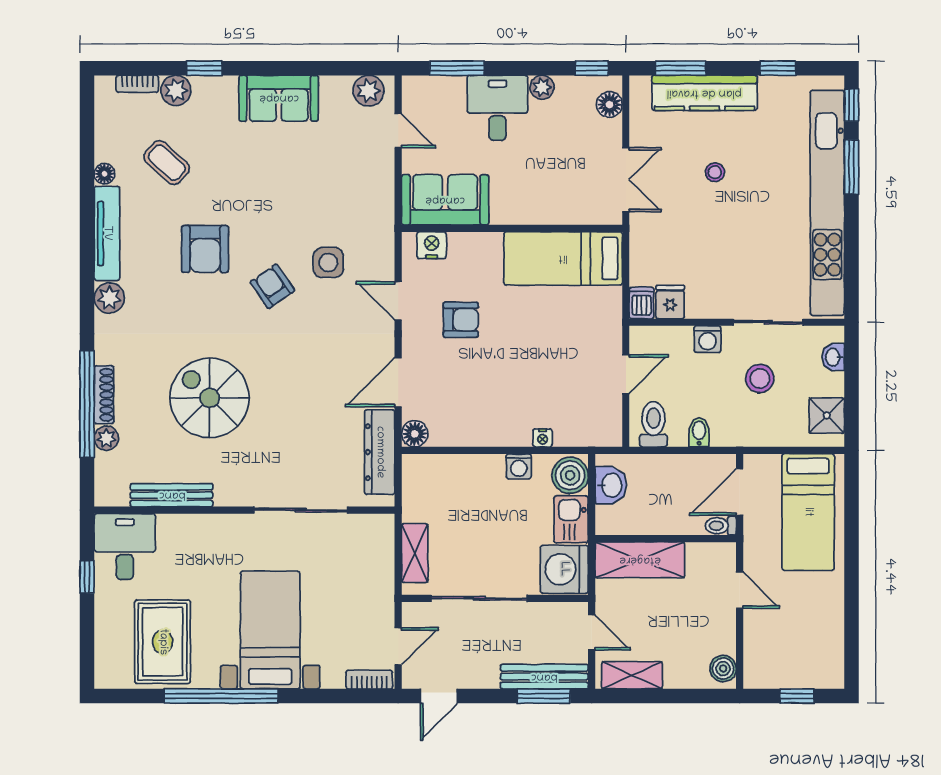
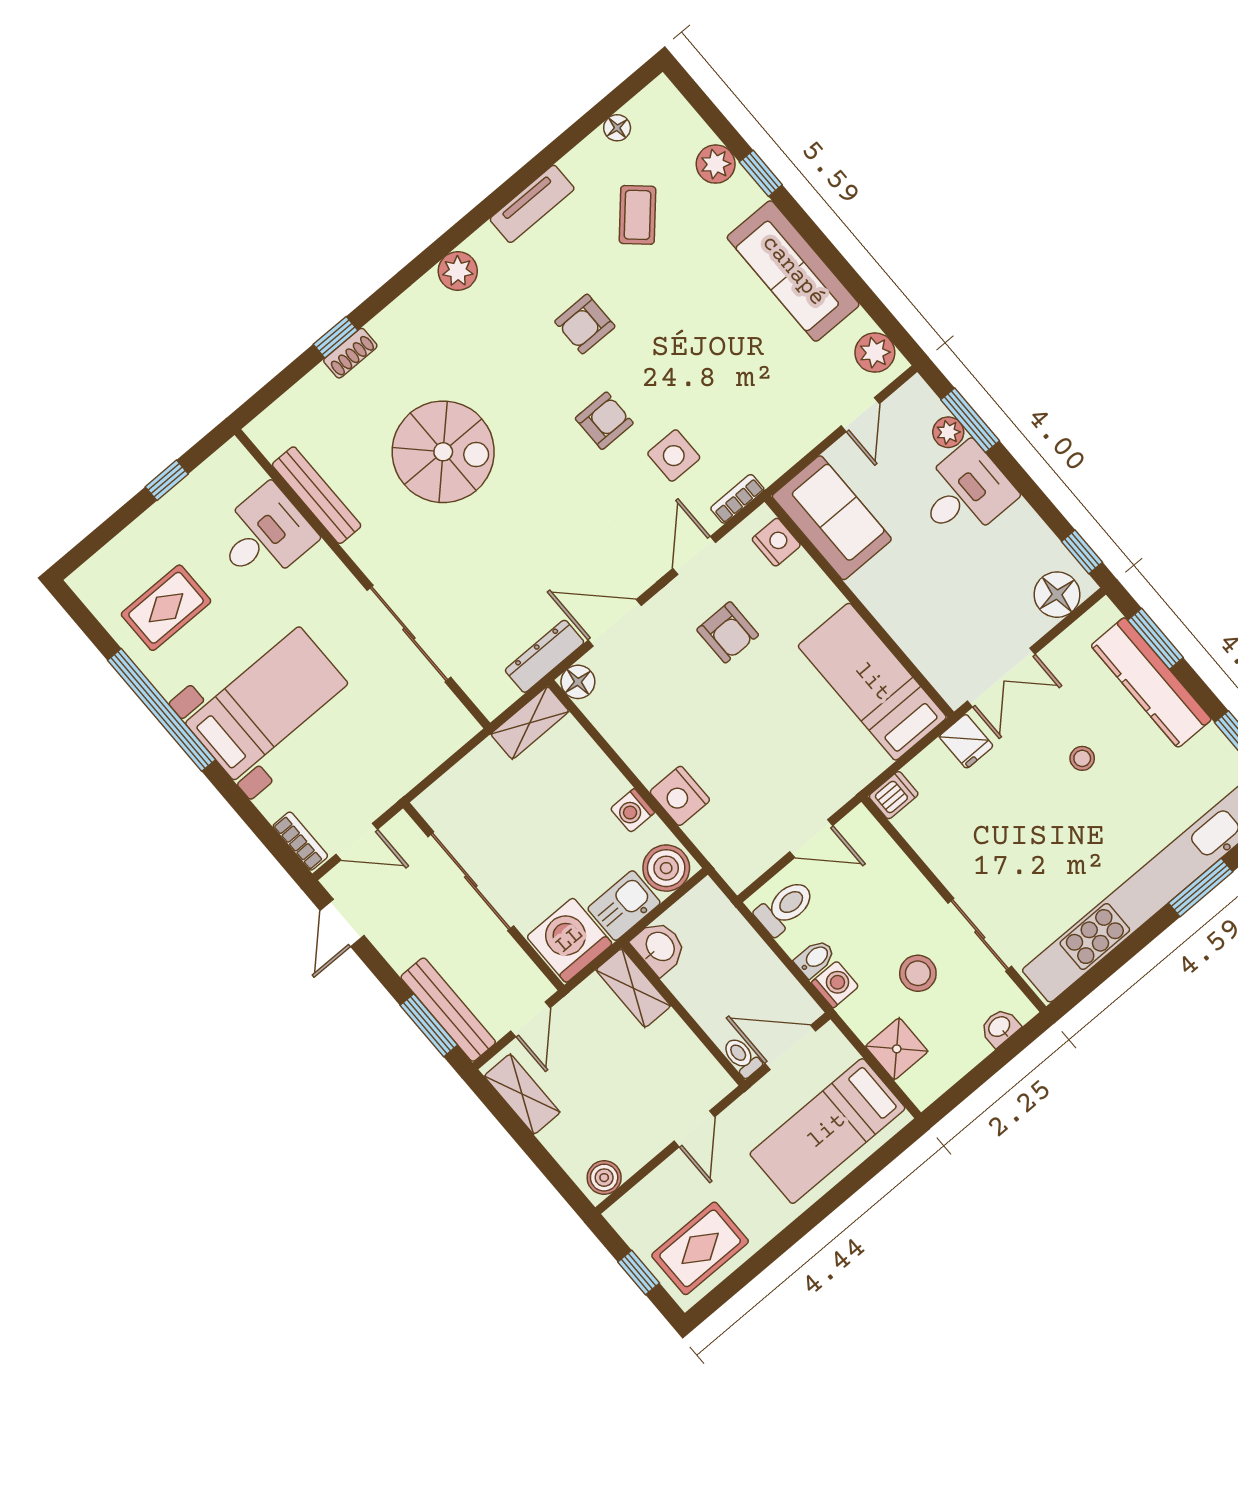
bookcase: (137, 84) -> (737, 499), moved, turned 90
plant: (542, 87) -> (948, 432), moved
sofa: (279, 98) -> (793, 271), width x1.36
floor lamp: (609, 105) -> (1057, 595), width x1.38, depth x1.38
floor lamp: (104, 174) -> (617, 128), moved
tv unit: (107, 233) -> (532, 204), width x0.71
armchair: (205, 249) -> (585, 324), width x0.72, depth x0.72
armchair: (272, 286) -> (604, 421), turned 35
fridge: (670, 302) -> (966, 741), moved, turned 90
washing machine: (707, 339) -> (835, 984), moved, turned 180
shoe rack: (104, 395) -> (350, 353), width x0.70
spiral stairs: (210, 398) -> (443, 452), turned 90
window: (87, 404) -> (336, 337), width x0.32
shower: (827, 416) -> (897, 1049), moved
plant: (106, 438) -> (318, 384), removed
nightstand: (543, 438) -> (680, 796), width x1.89, depth x1.79
dresser: (380, 452) -> (545, 656), width x0.73, depth x0.80
washbasin: (611, 485) -> (659, 947), moved, turned -90
desk: (125, 547) -> (264, 535), moved
shelving: (415, 553) -> (530, 723), moved
shelving: (640, 560) -> (633, 988), width x0.67, depth x0.75
rug: (163, 642) -> (166, 608), width x0.73, depth x0.70
rug: (814, 647) -> (700, 1248), added
door: (439, 696) -> (342, 923), hinge flipped

